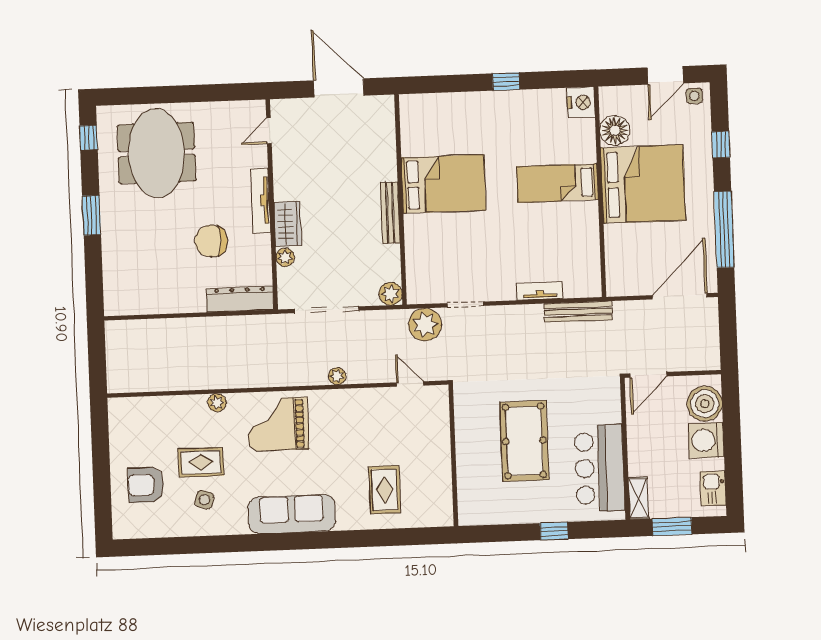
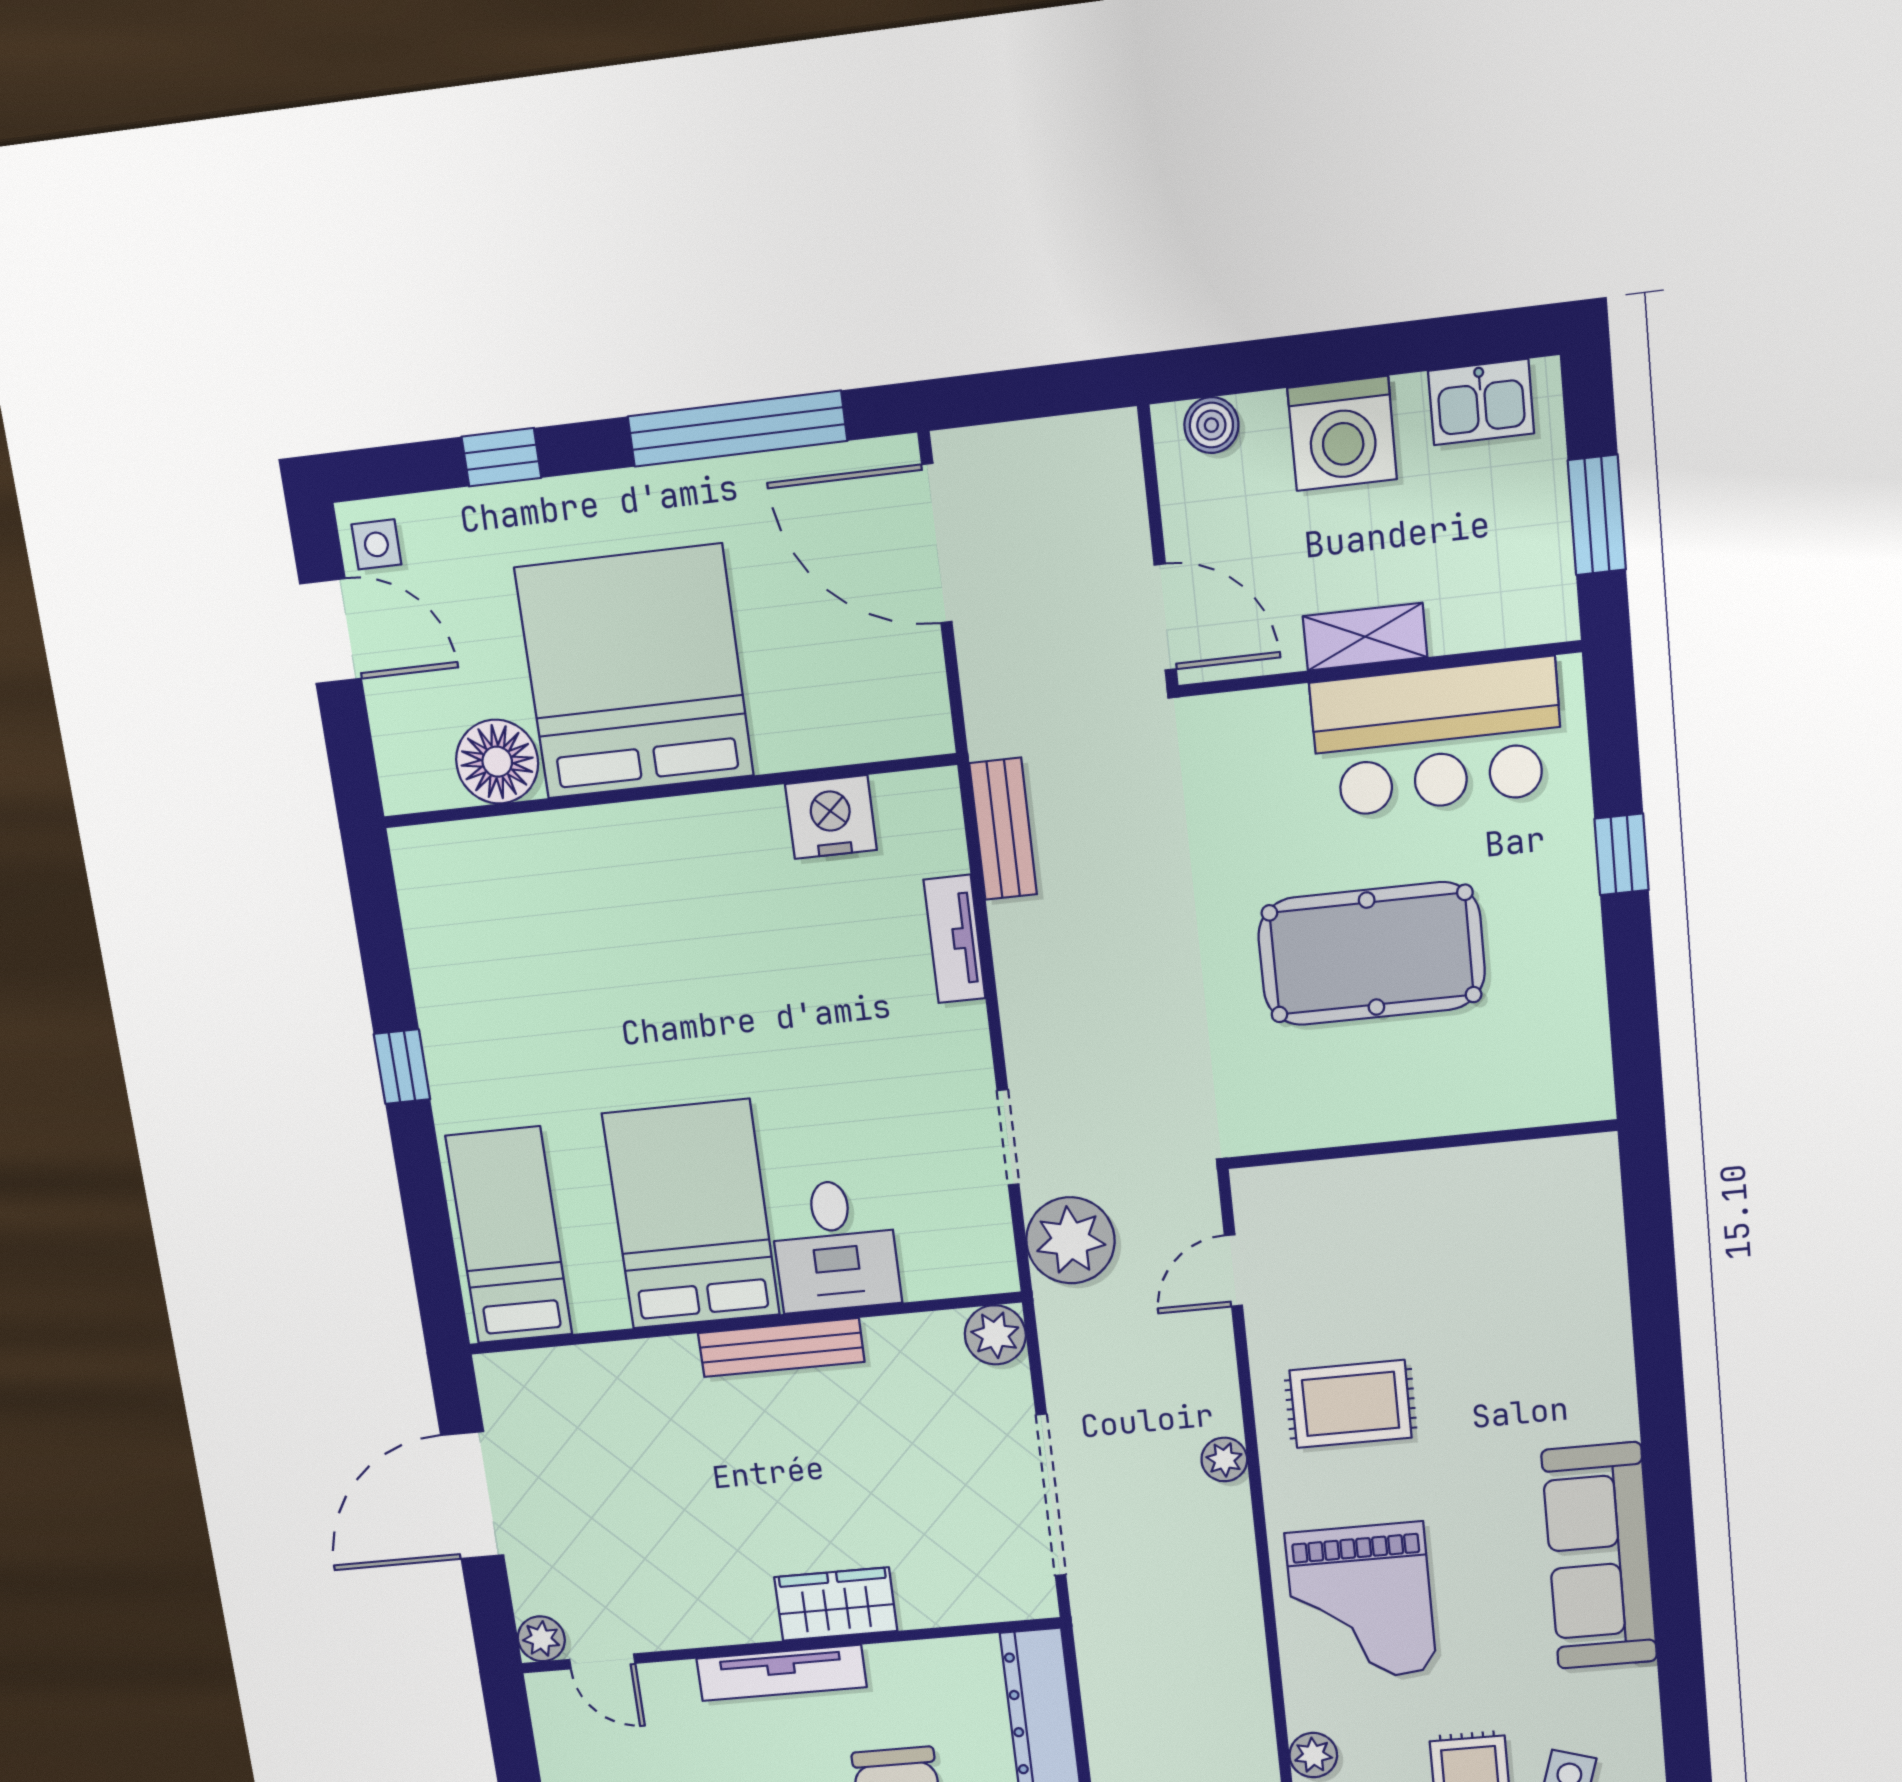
nightstand: (581, 102) -> (831, 817), moved
bed: (557, 183) -> (509, 1235), moved, turned 180
desk: (428, 237) -> (835, 1246), added
plant: (285, 257) -> (541, 1639), moved
bench: (578, 312) -> (1003, 829), width x0.73
boiler: (705, 404) -> (1211, 425), width x0.54, depth x0.54
rug: (385, 490) -> (1351, 1404), moved
shelving: (639, 498) -> (1365, 637), moved

